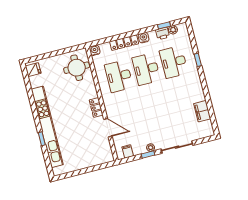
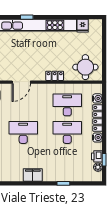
water cooler: (95, 50) -> (97, 98), moved
desk: (174, 62) -> (23, 132), moved
fridge: (33, 70) -> (83, 26), moved
locker: (96, 107) -> (55, 76), moved
filing cabinet: (202, 111) -> (33, 175), moved

